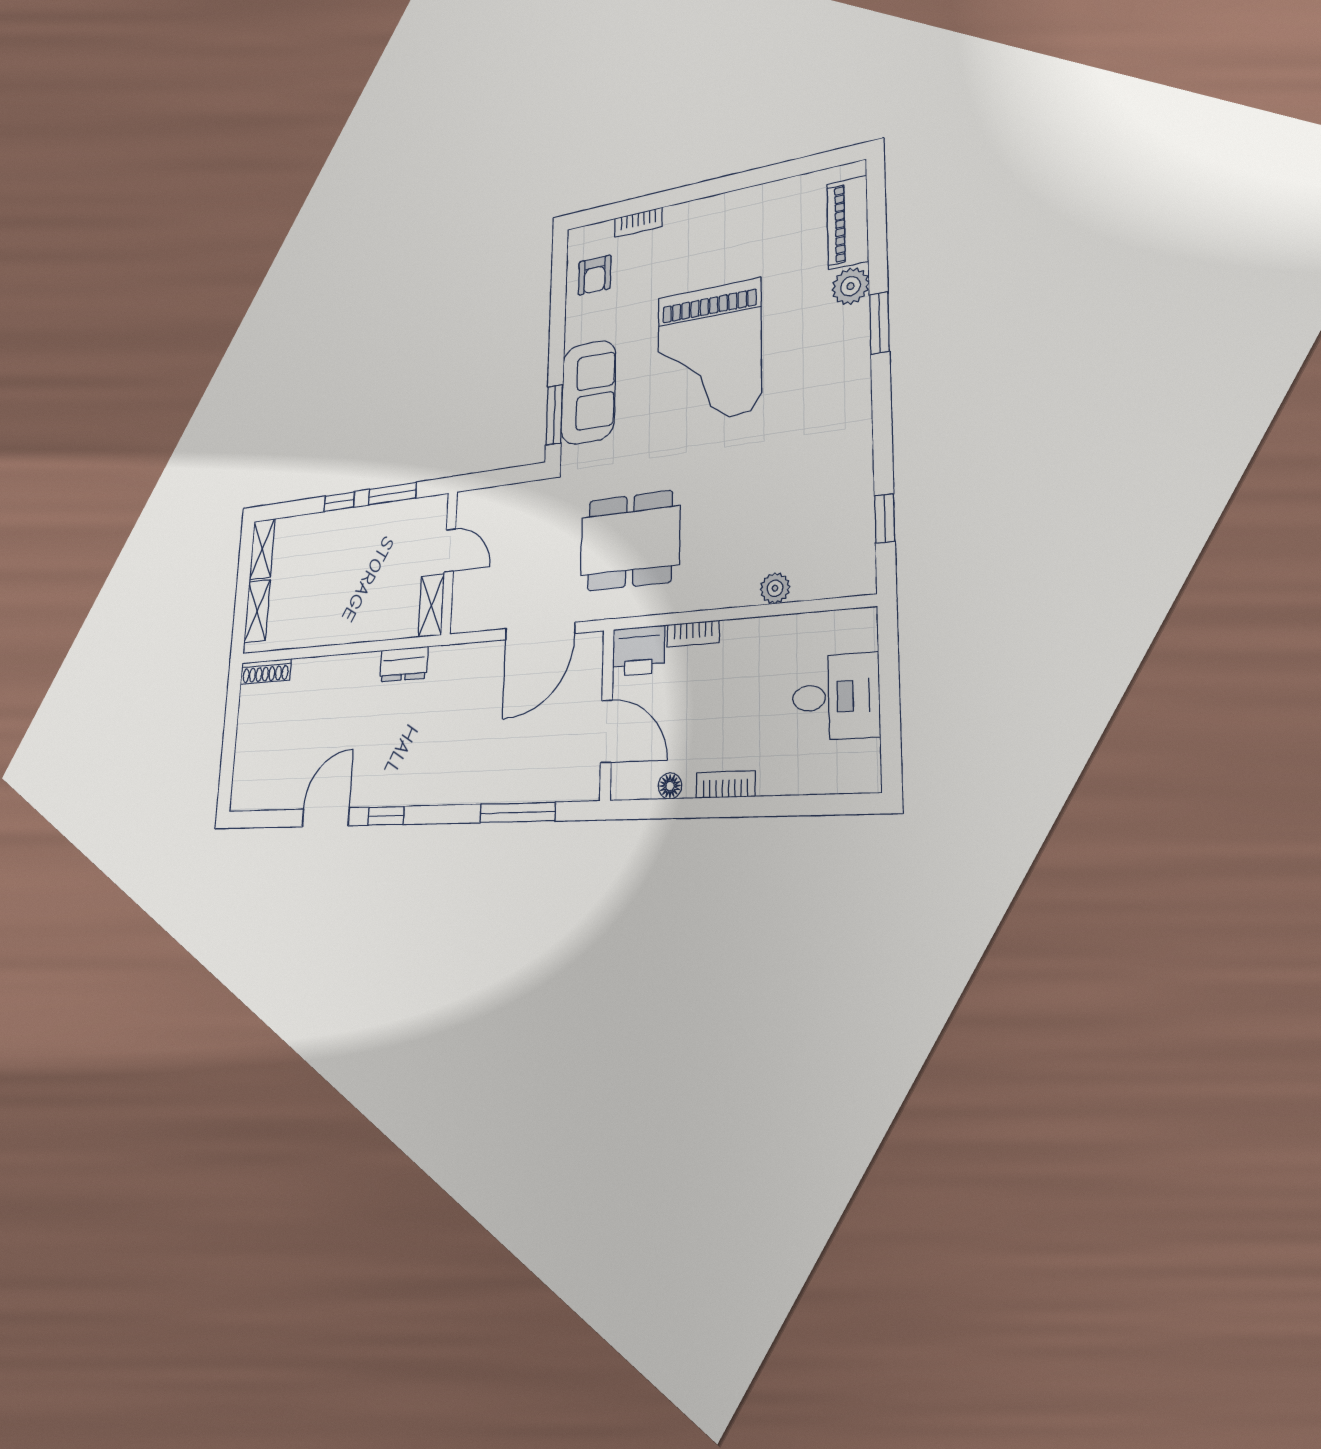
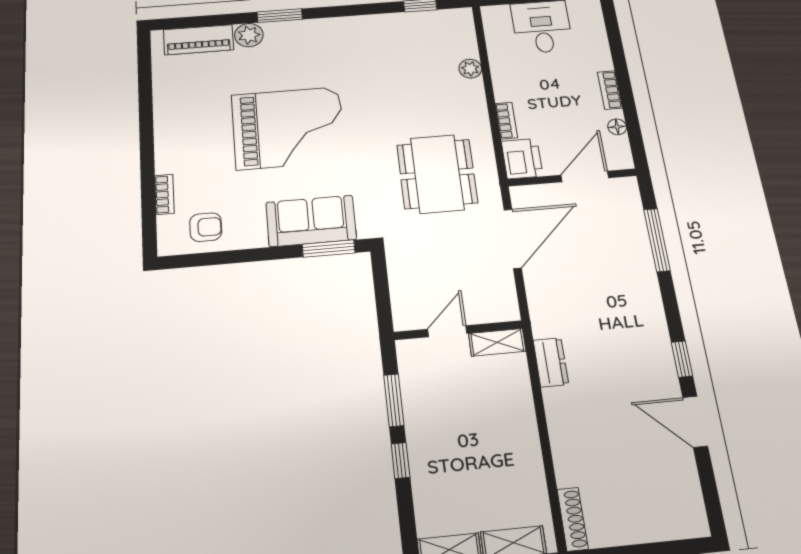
door: (540, 631) -> (513, 239), hinge flipped

